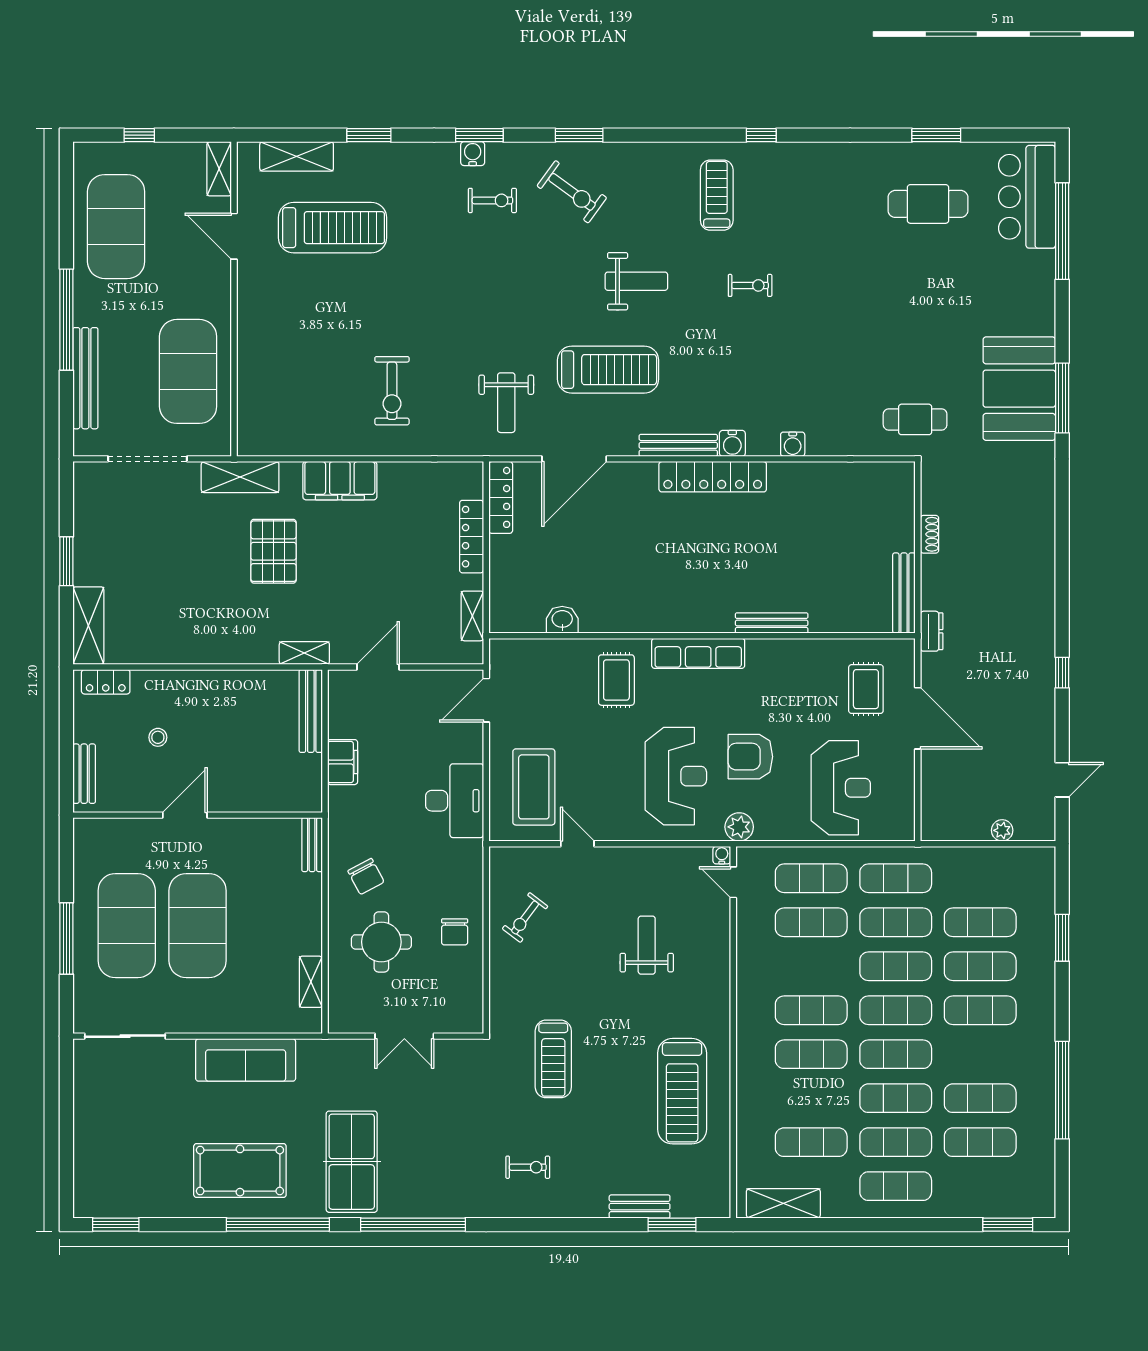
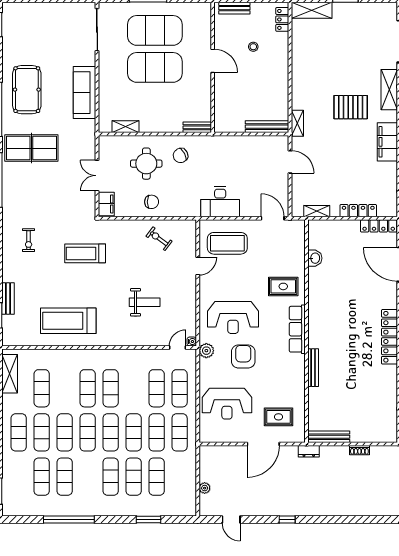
filing cabinet: (343, 762) -> (106, 204), moved, turned -90
chair: (455, 932) -> (152, 202), turned 180

